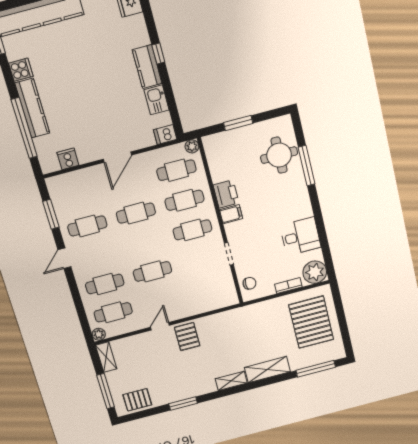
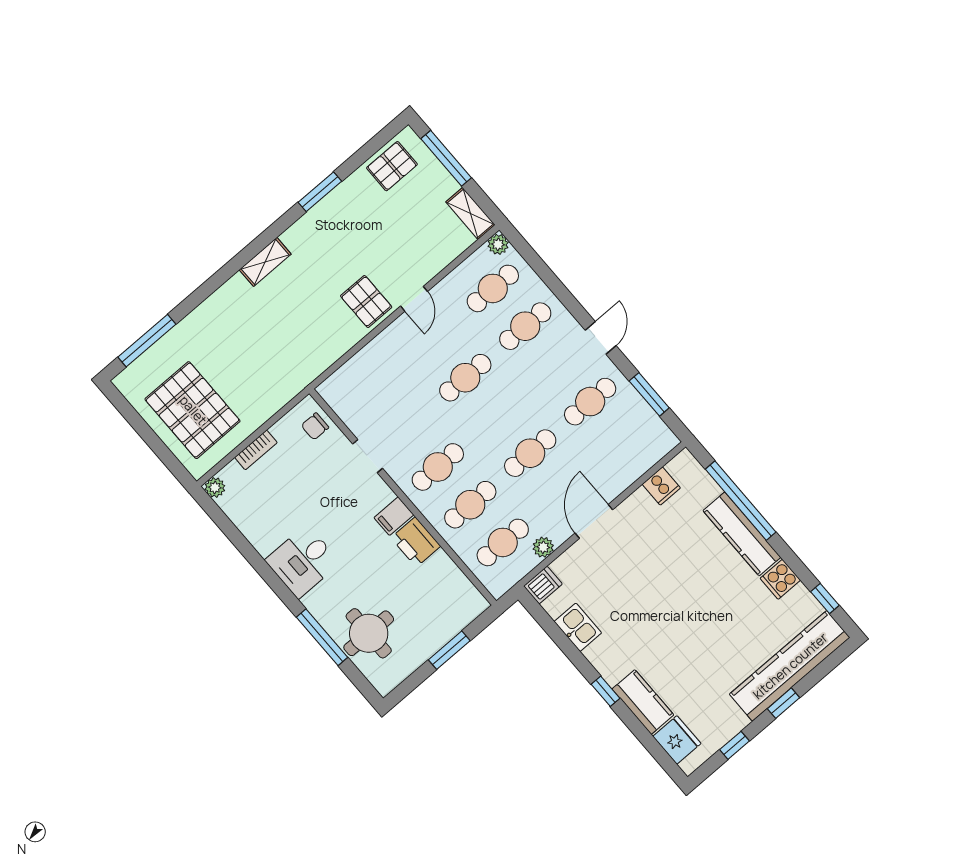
kitchen counter: (147, 67) -> (643, 702), moved
plant: (192, 146) -> (543, 547), moved
desk: (300, 236) -> (303, 561), moved
plant: (315, 272) -> (215, 488), width x0.53, depth x0.53
shelving: (267, 370) -> (220, 305), removed

